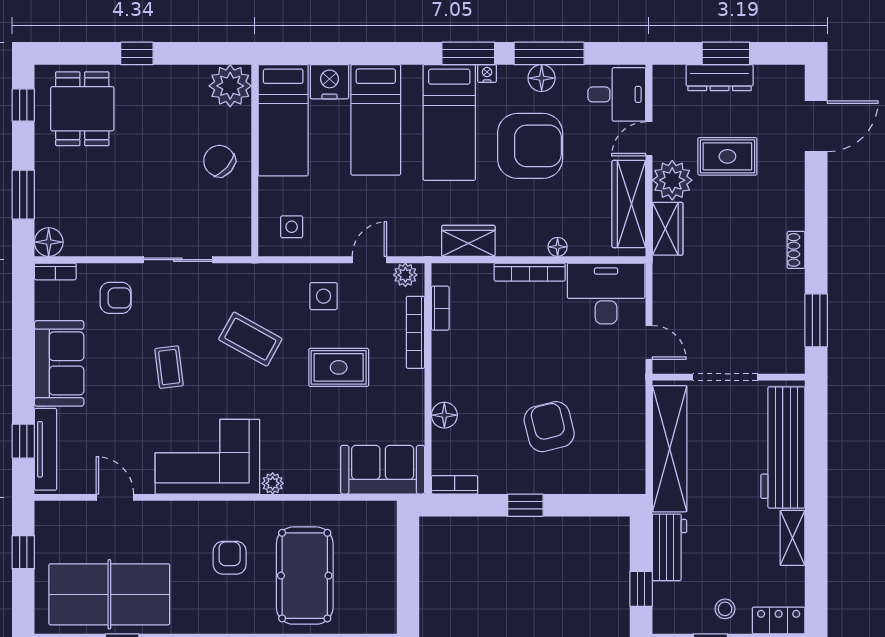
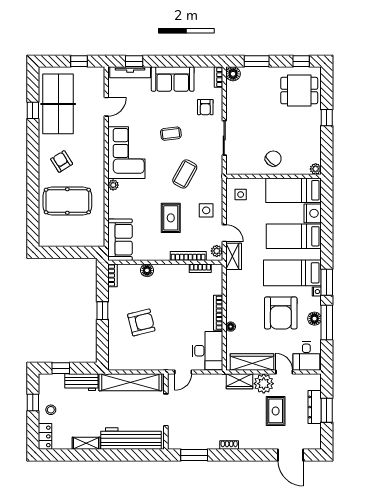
plant: (230, 86) -> (316, 169), width x0.53, depth x0.53
wardrobe: (468, 241) -> (234, 256), moved
armchair: (230, 558) -> (62, 161), moved, turned -122

